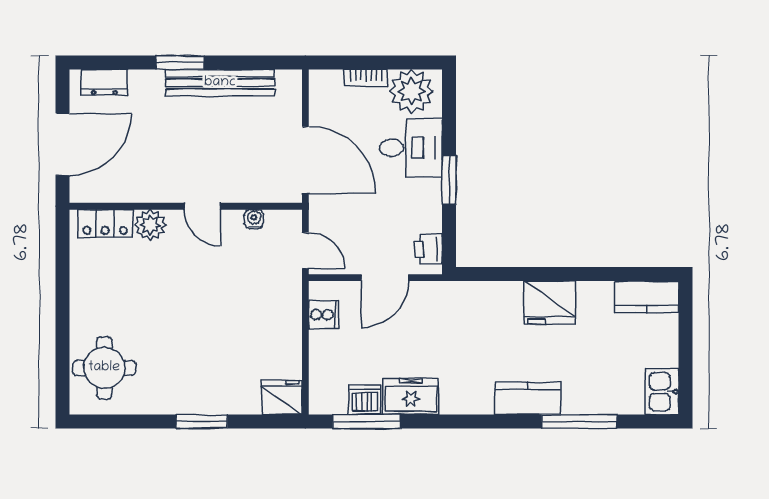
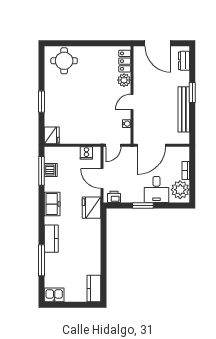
fridge: (550, 303) -> (91, 208), moved
freezer: (411, 396) -> (52, 204), moved

